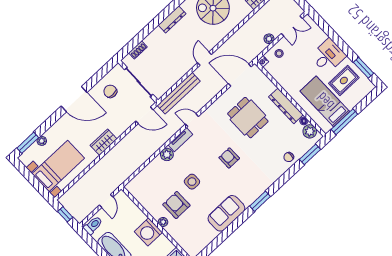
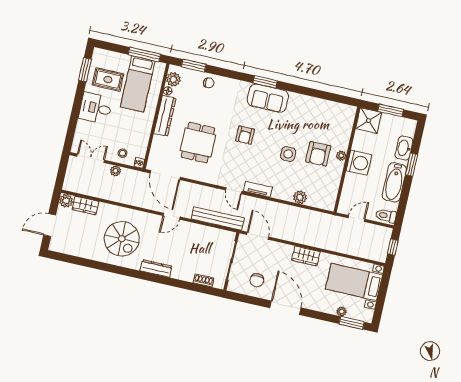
plant: (167, 154) -> (300, 197), moved
sofa: (226, 213) -> (268, 98), moved

